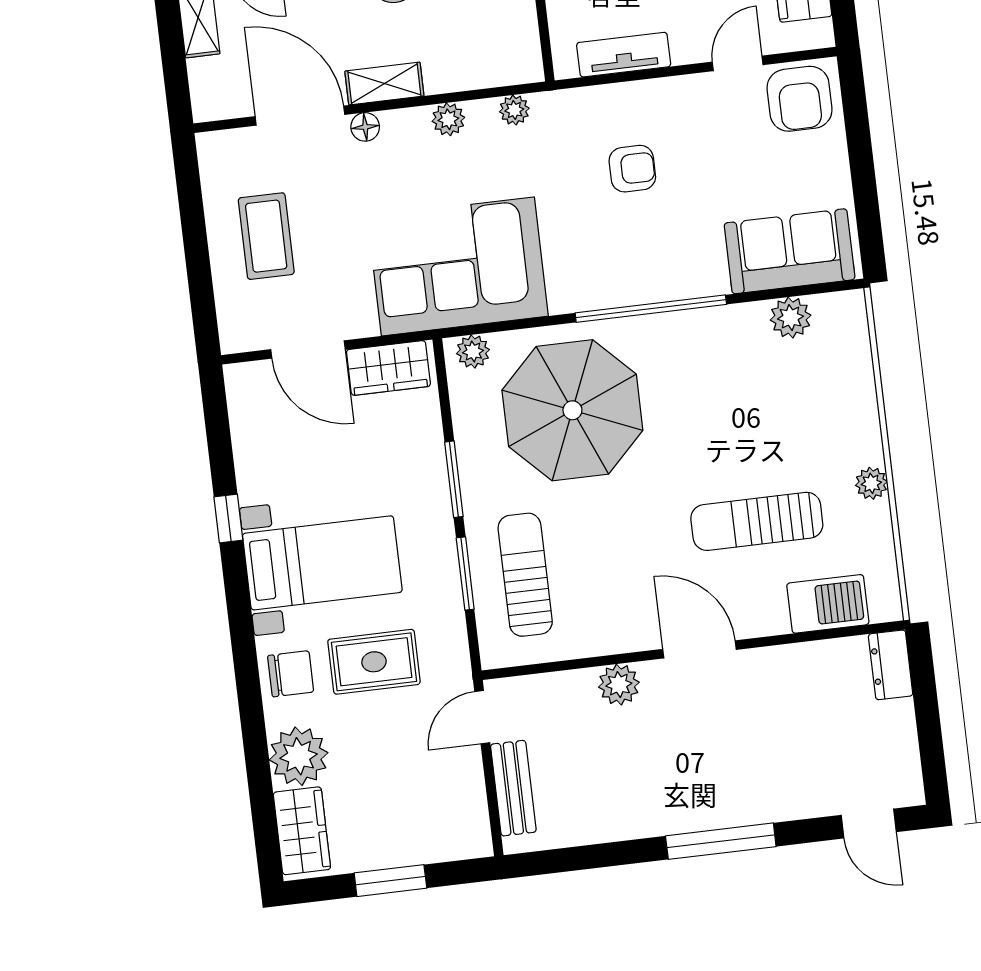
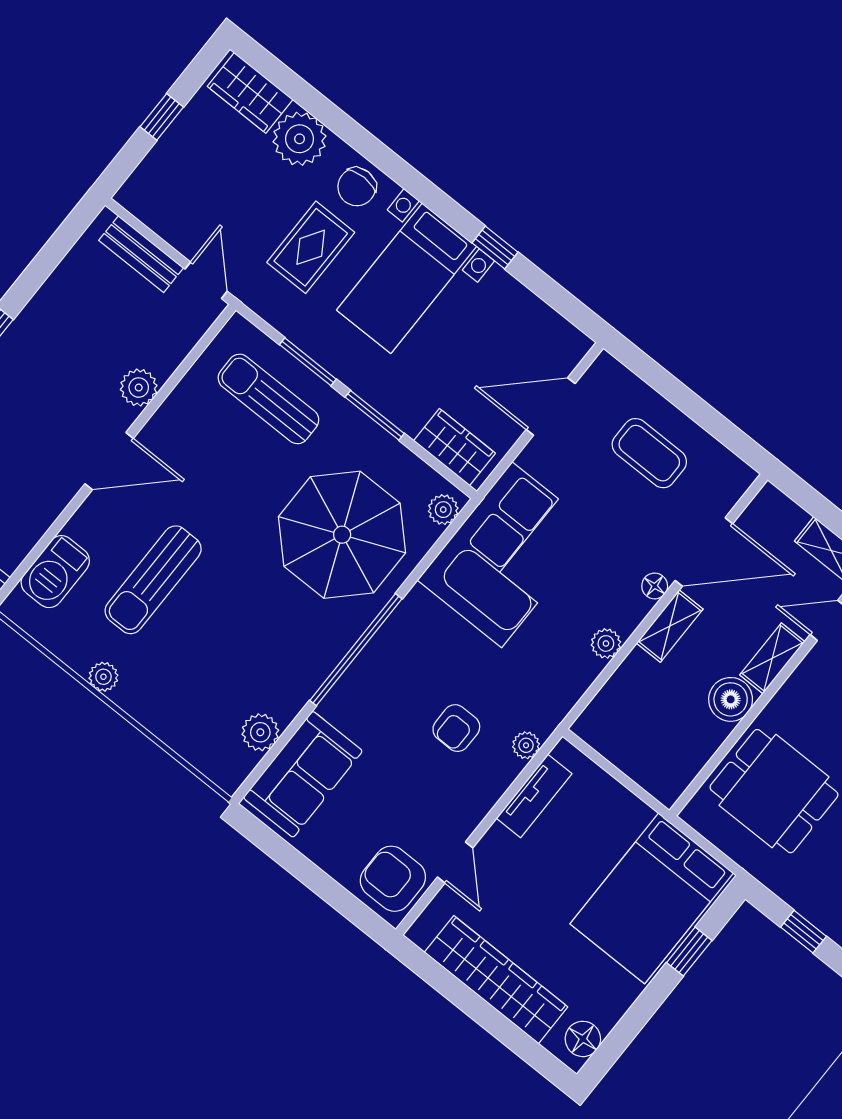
plant: (514, 110) -> (526, 745), moved
wardrobe: (388, 368) -> (454, 447), moved, turned 90
sun lounger: (757, 521) -> (153, 580), turned 180
sun lounger: (525, 575) -> (268, 399), turned 180
window: (390, 881) -> (162, 117), width x0.67

